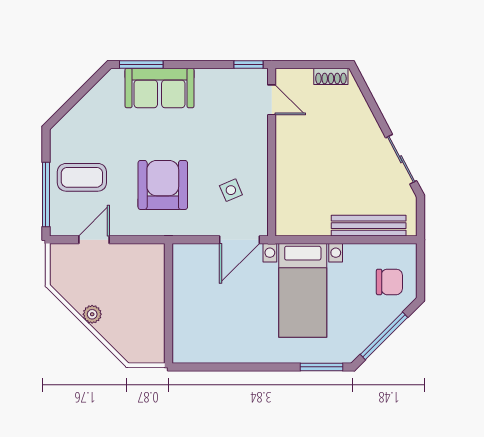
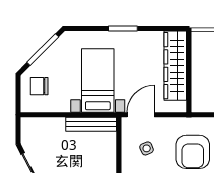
bench: (369, 226) -> (91, 124), moved
wardrobe: (189, 312) -> (175, 66), added
window: (322, 367) -> (123, 28), moved

